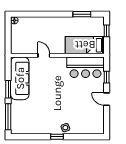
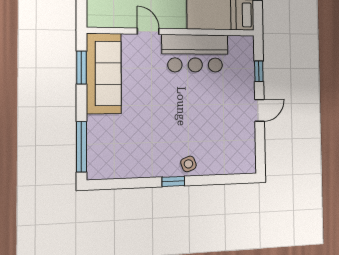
bar counter: (86, 67) -> (195, 53), moved
window: (8, 89) -> (81, 67), moved
door: (107, 99) -> (260, 110), swing flipped

